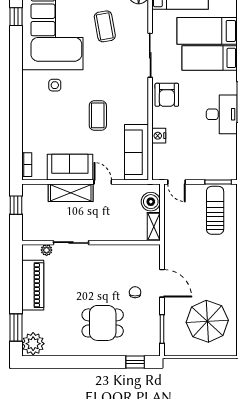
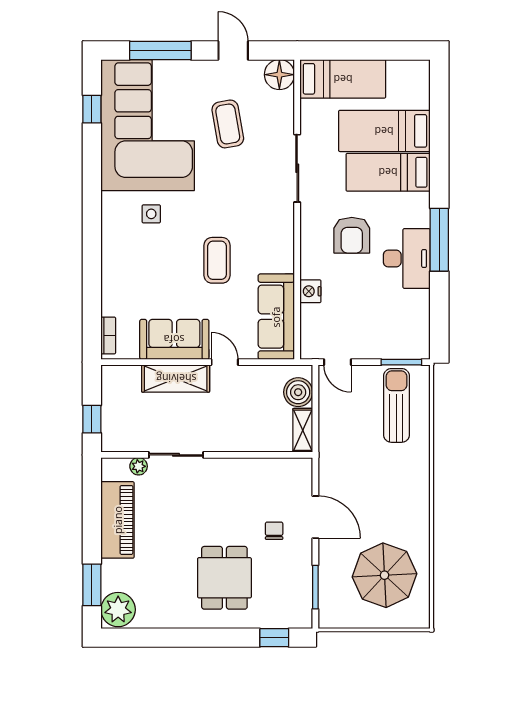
armchair: (167, 95) -> (352, 235), moved
window: (16, 205) -> (92, 419), moved
dining table: (103, 323) -> (224, 578), turned 90

